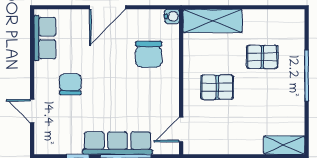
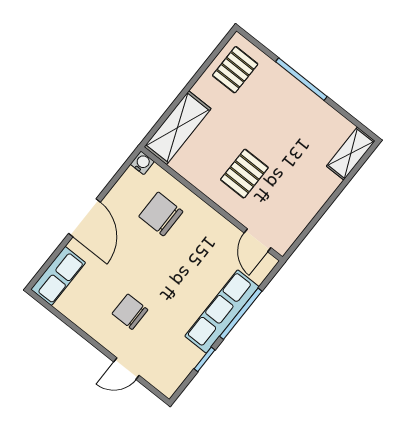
row of seats: (45, 38) -> (58, 276), moved, turned 90
chair: (149, 54) -> (161, 214), turned 180
pallet: (262, 57) -> (235, 70), moved

